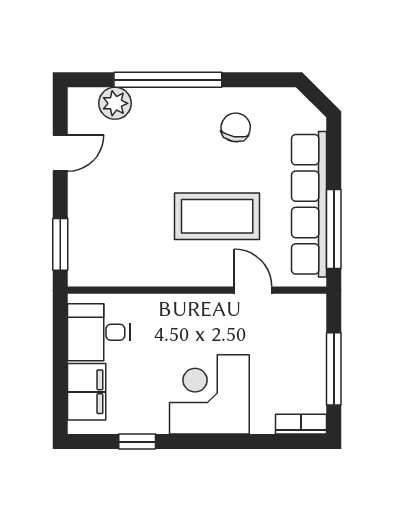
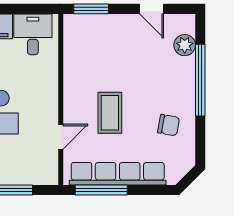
coffee table: (217, 216) -> (110, 113), width x0.73, depth x0.76

